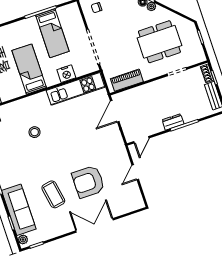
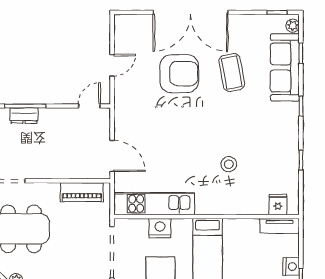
door: (115, 111) -> (112, 156), hinge flipped
dresser: (173, 122) -> (24, 116), moved
double door: (95, 225) -> (191, 12), width x1.36

